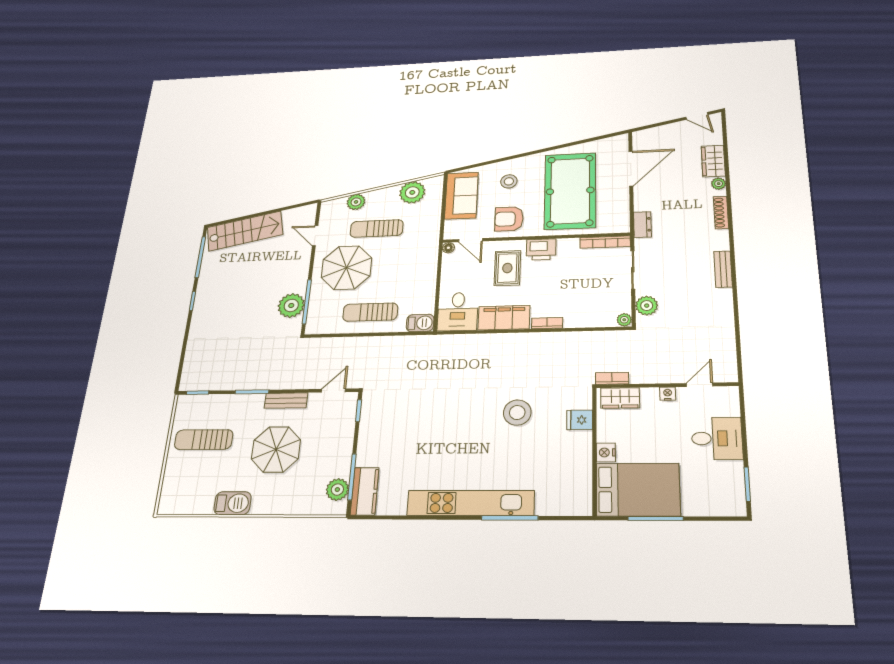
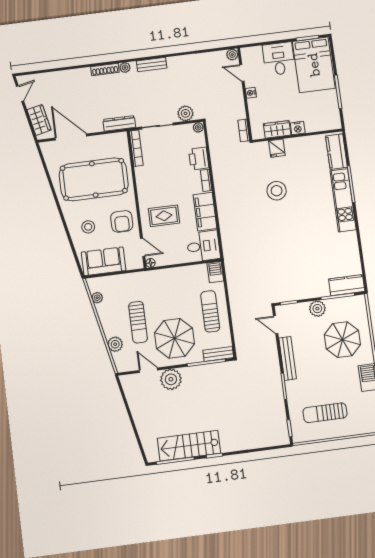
wardrobe: (713, 161) -> (39, 120), moved, turned -102
plant: (719, 184) -> (125, 67), moved
plant: (412, 192) -> (97, 298), width x0.53, depth x0.53
dresser: (642, 225) -> (119, 123), width x1.44
stairs: (245, 231) -> (189, 446), moved, turned -78
door: (315, 236) -> (148, 370), swing flipped
door: (471, 240) -> (143, 247), hinge flipped
printer: (541, 249) -> (199, 159), moved, turned 180
plant: (291, 305) -> (171, 379), moved
sun lounger: (370, 312) -> (210, 311), turned 180
bench: (314, 317) -> (218, 354), added
plant: (729, 374) -> (232, 55), added
wardrobe: (620, 398) -> (277, 129), moved, turned -90
bench: (286, 401) -> (288, 358), width x1.36
sun lounger: (204, 440) -> (325, 413), turned 90
parasol: (276, 449) -> (342, 340), moved
plant: (337, 490) -> (317, 309), moved
bed: (638, 490) -> (314, 65), moved, turned 180
kitchen unit: (470, 503) -> (343, 200), width x0.73
kitchen counter: (562, 503) -> (336, 152), added

